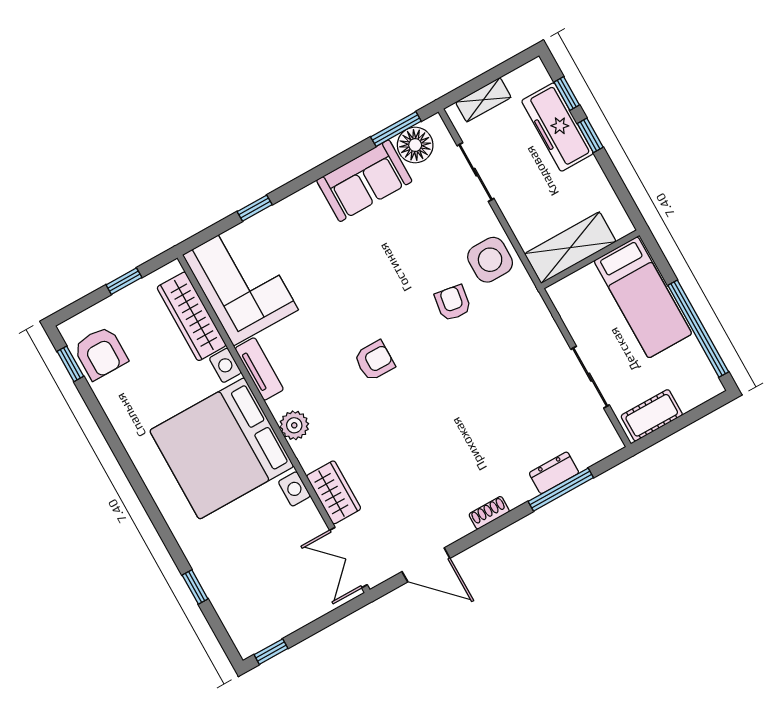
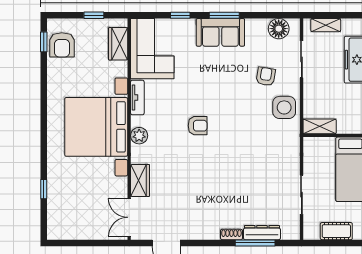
window: (396, 129) -> (224, 15), moved
sofa: (364, 181) -> (220, 32), moved
shelving: (570, 248) -> (320, 126), width x0.67, depth x0.75
armchair: (453, 303) -> (266, 76), moved
wardrobe: (192, 316) -> (118, 44), width x0.67
cot: (652, 415) -> (336, 231), moved
dresser: (554, 473) -> (262, 233), width x1.44
shoe rack: (489, 513) -> (231, 234), moved
window: (271, 652) -> (64, 243), removed

